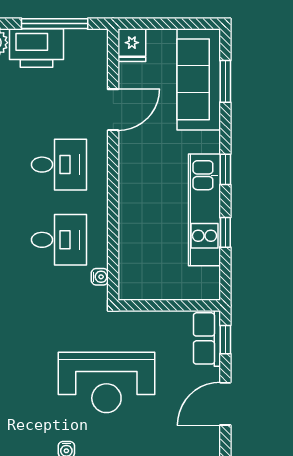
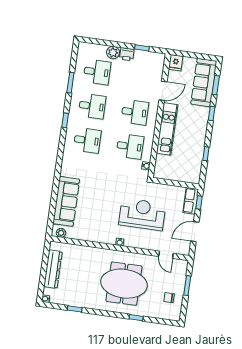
window: (55, 24) -> (142, 48), width x0.46
printer: (36, 48) -> (127, 54), width x0.53, depth x0.68
window: (225, 169) -> (212, 113), moved
kitchen unit: (204, 210) -> (167, 129), moved, turned 180
reception desk: (106, 382) -> (142, 214), turned 180

